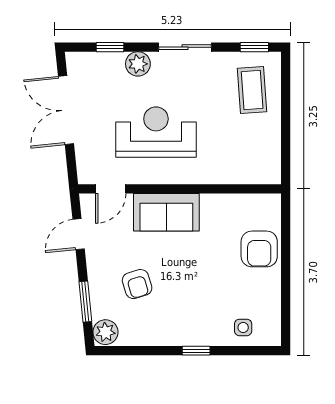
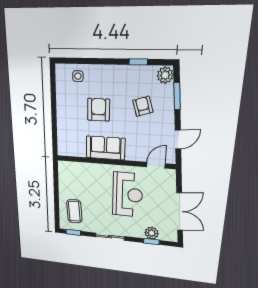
plant: (138, 64) -> (152, 233), moved
reception desk: (156, 132) -> (127, 195), turned -90
sofa: (166, 212) -> (106, 148), moved
armchair: (259, 249) -> (99, 110), moved
window: (196, 351) -> (138, 62), moved

